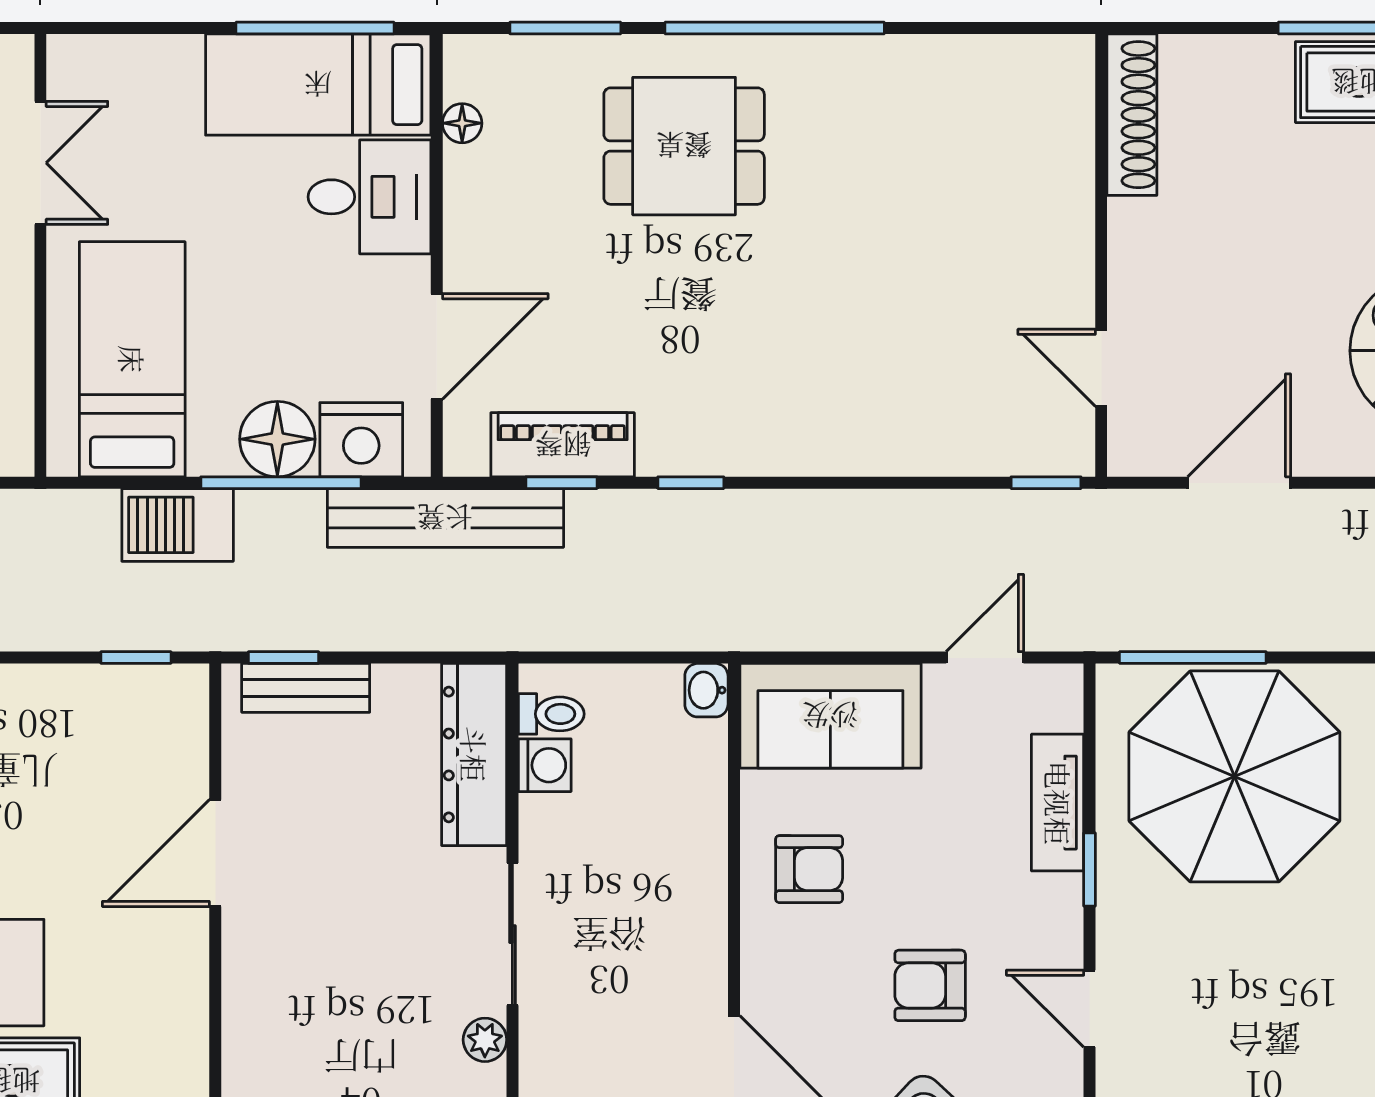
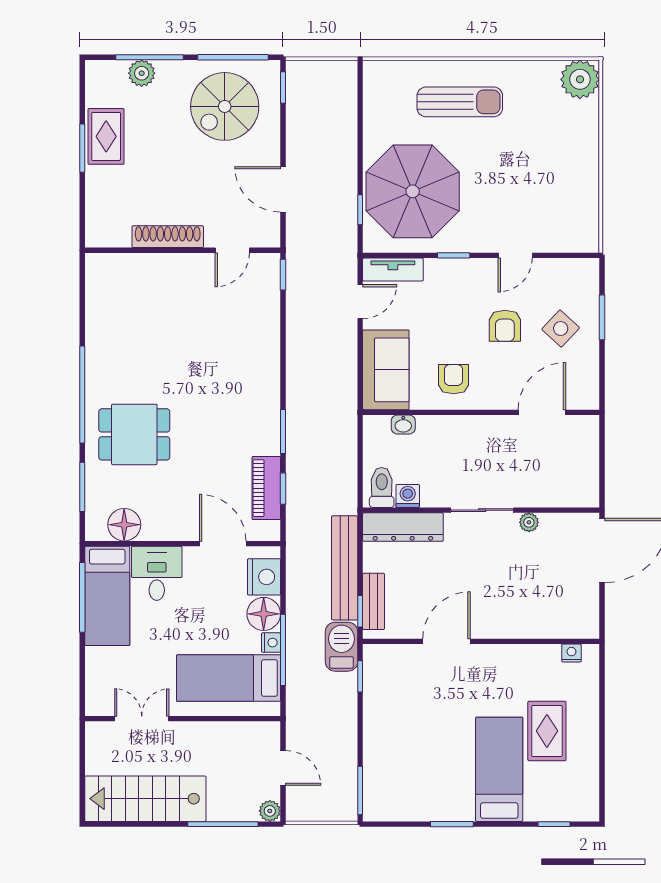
shoe rack: (1132, 115) -> (168, 237), moved
floor lamp: (462, 123) -> (124, 525), width x1.89, depth x1.89
dining table: (684, 146) -> (134, 434), turned 90
nightstand: (213, 456) -> (271, 643), added
window: (281, 483) -> (283, 650), moved
window: (691, 483) -> (283, 431), width x1.50
bench: (445, 518) -> (345, 568), moved
barbecue: (178, 525) -> (341, 647), moved, turned 180
door: (985, 658) -> (360, 302), swing flipped
window: (1193, 658) -> (360, 210), width x0.46
washbasin: (706, 690) -> (403, 425), moved
toilet: (551, 714) -> (382, 487), width x1.37, depth x1.39
tv unit: (1058, 803) -> (393, 270), moved
door: (215, 853) -> (446, 641), swing flipped

